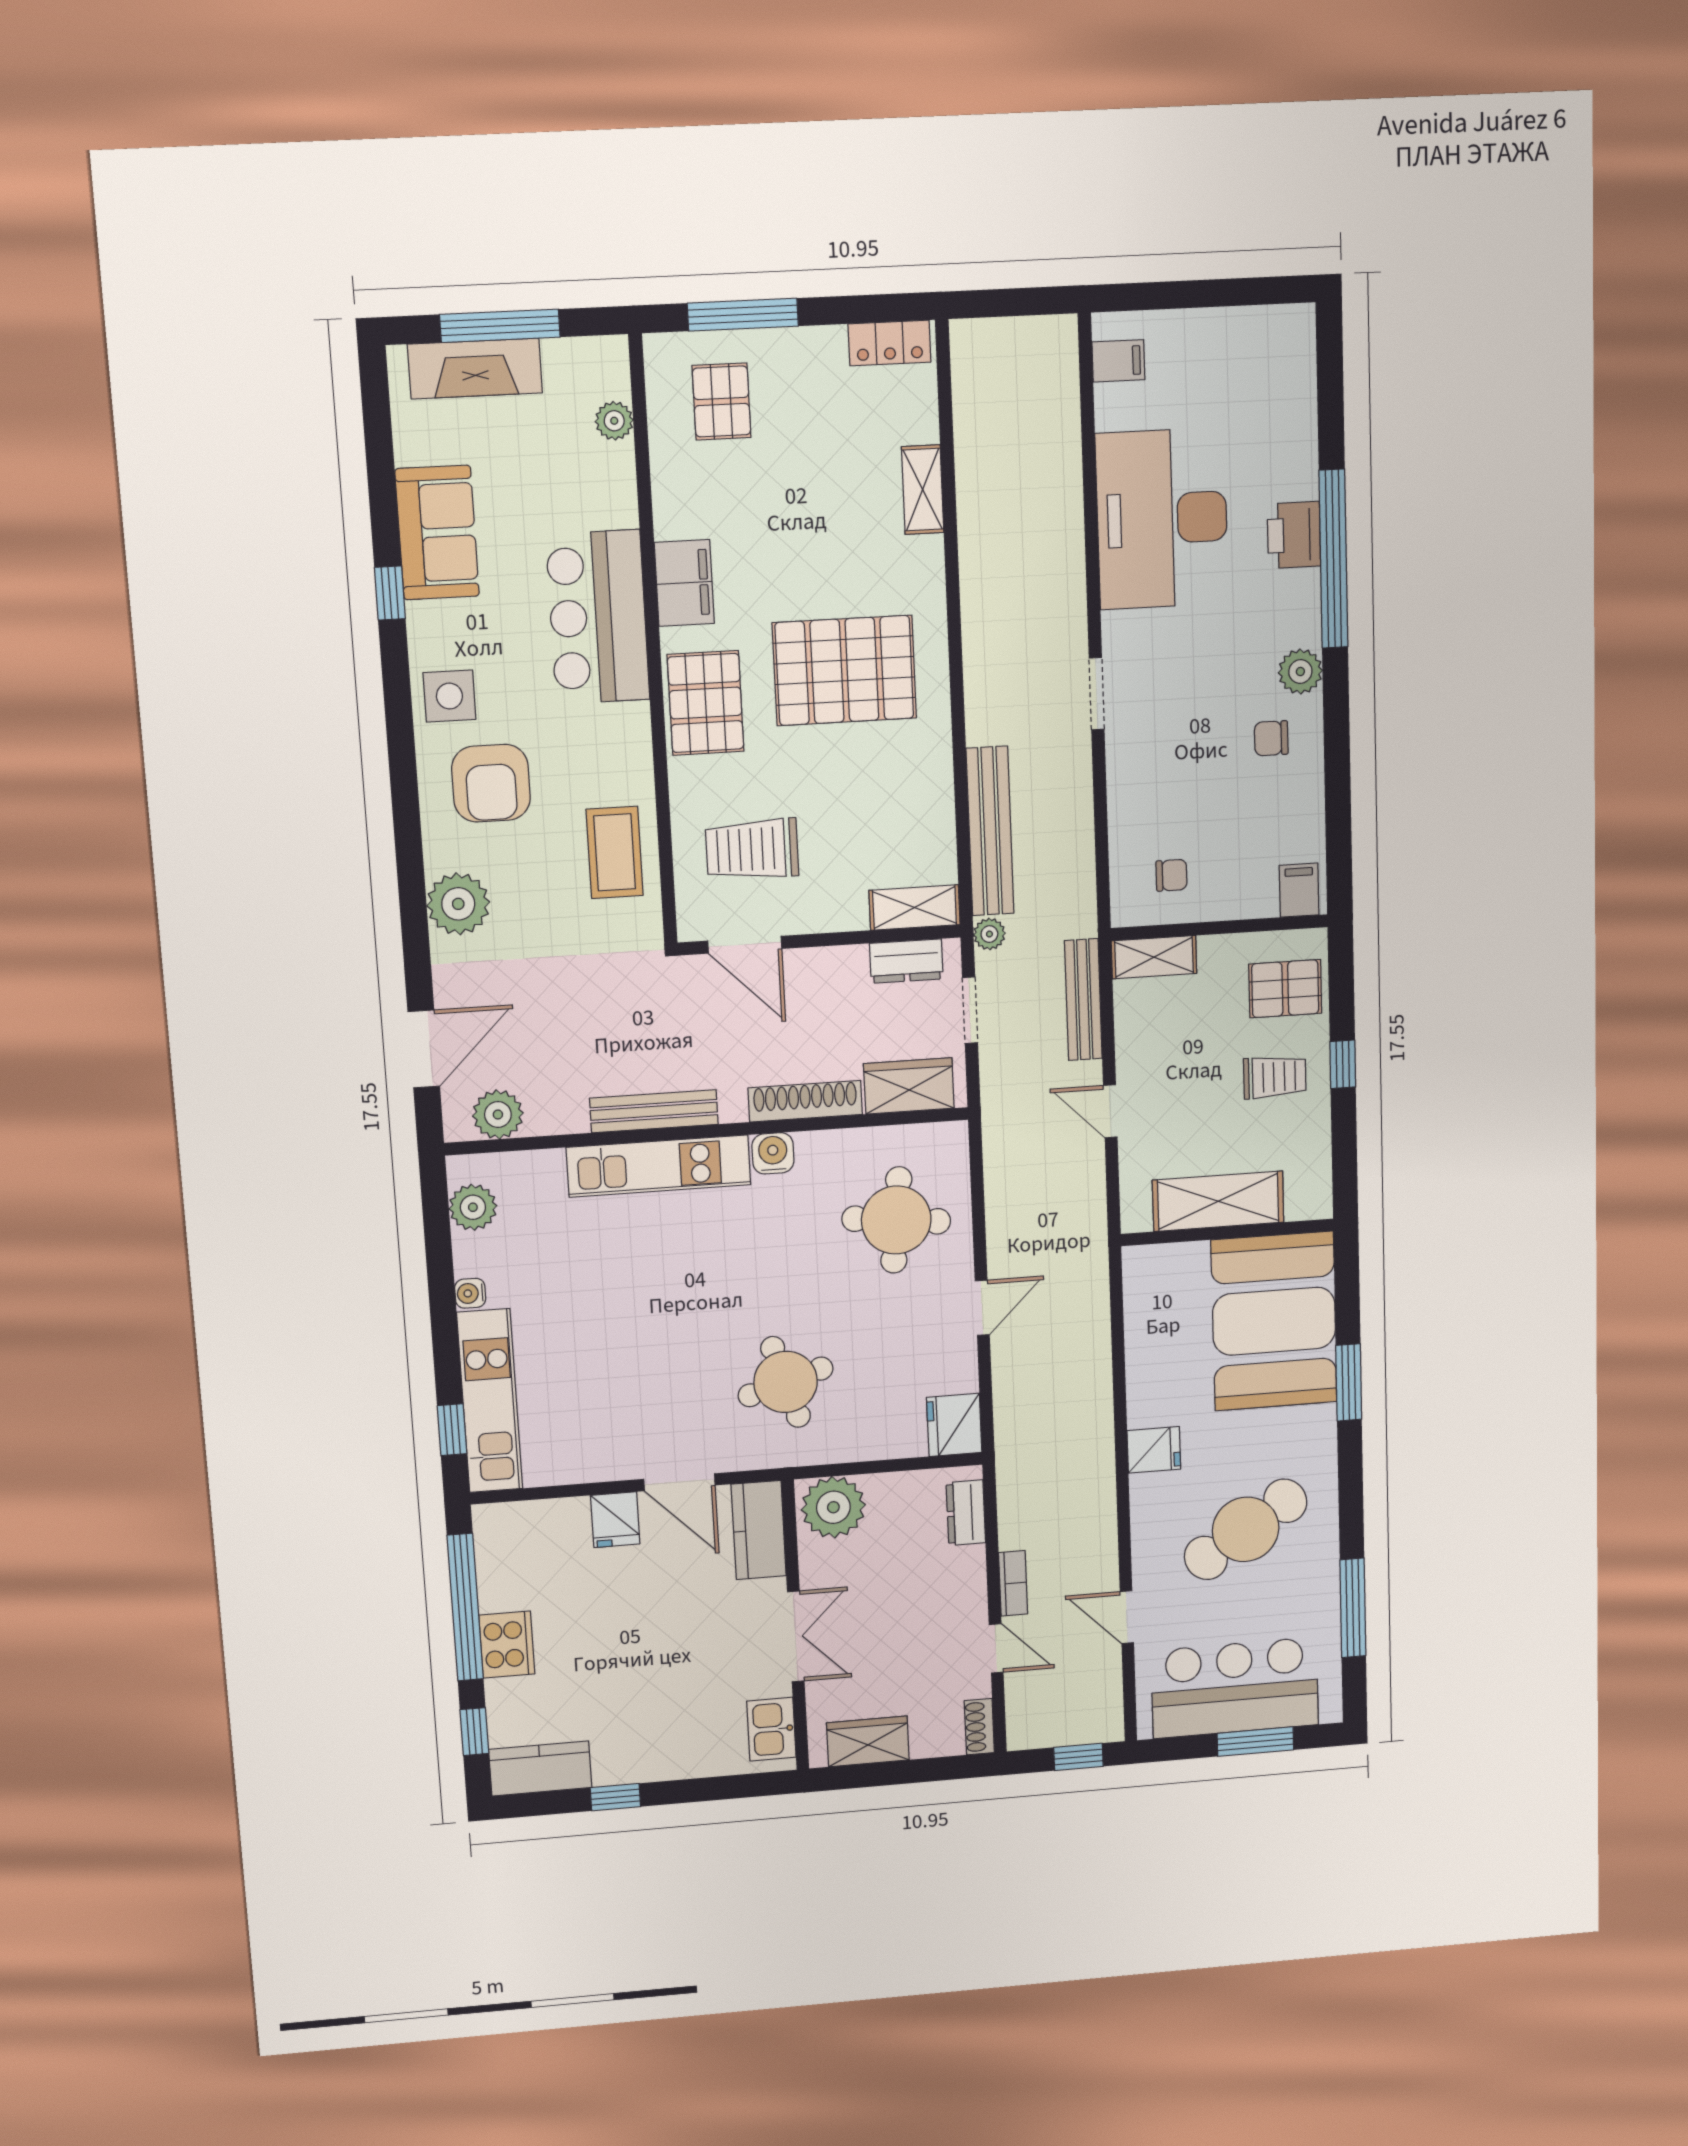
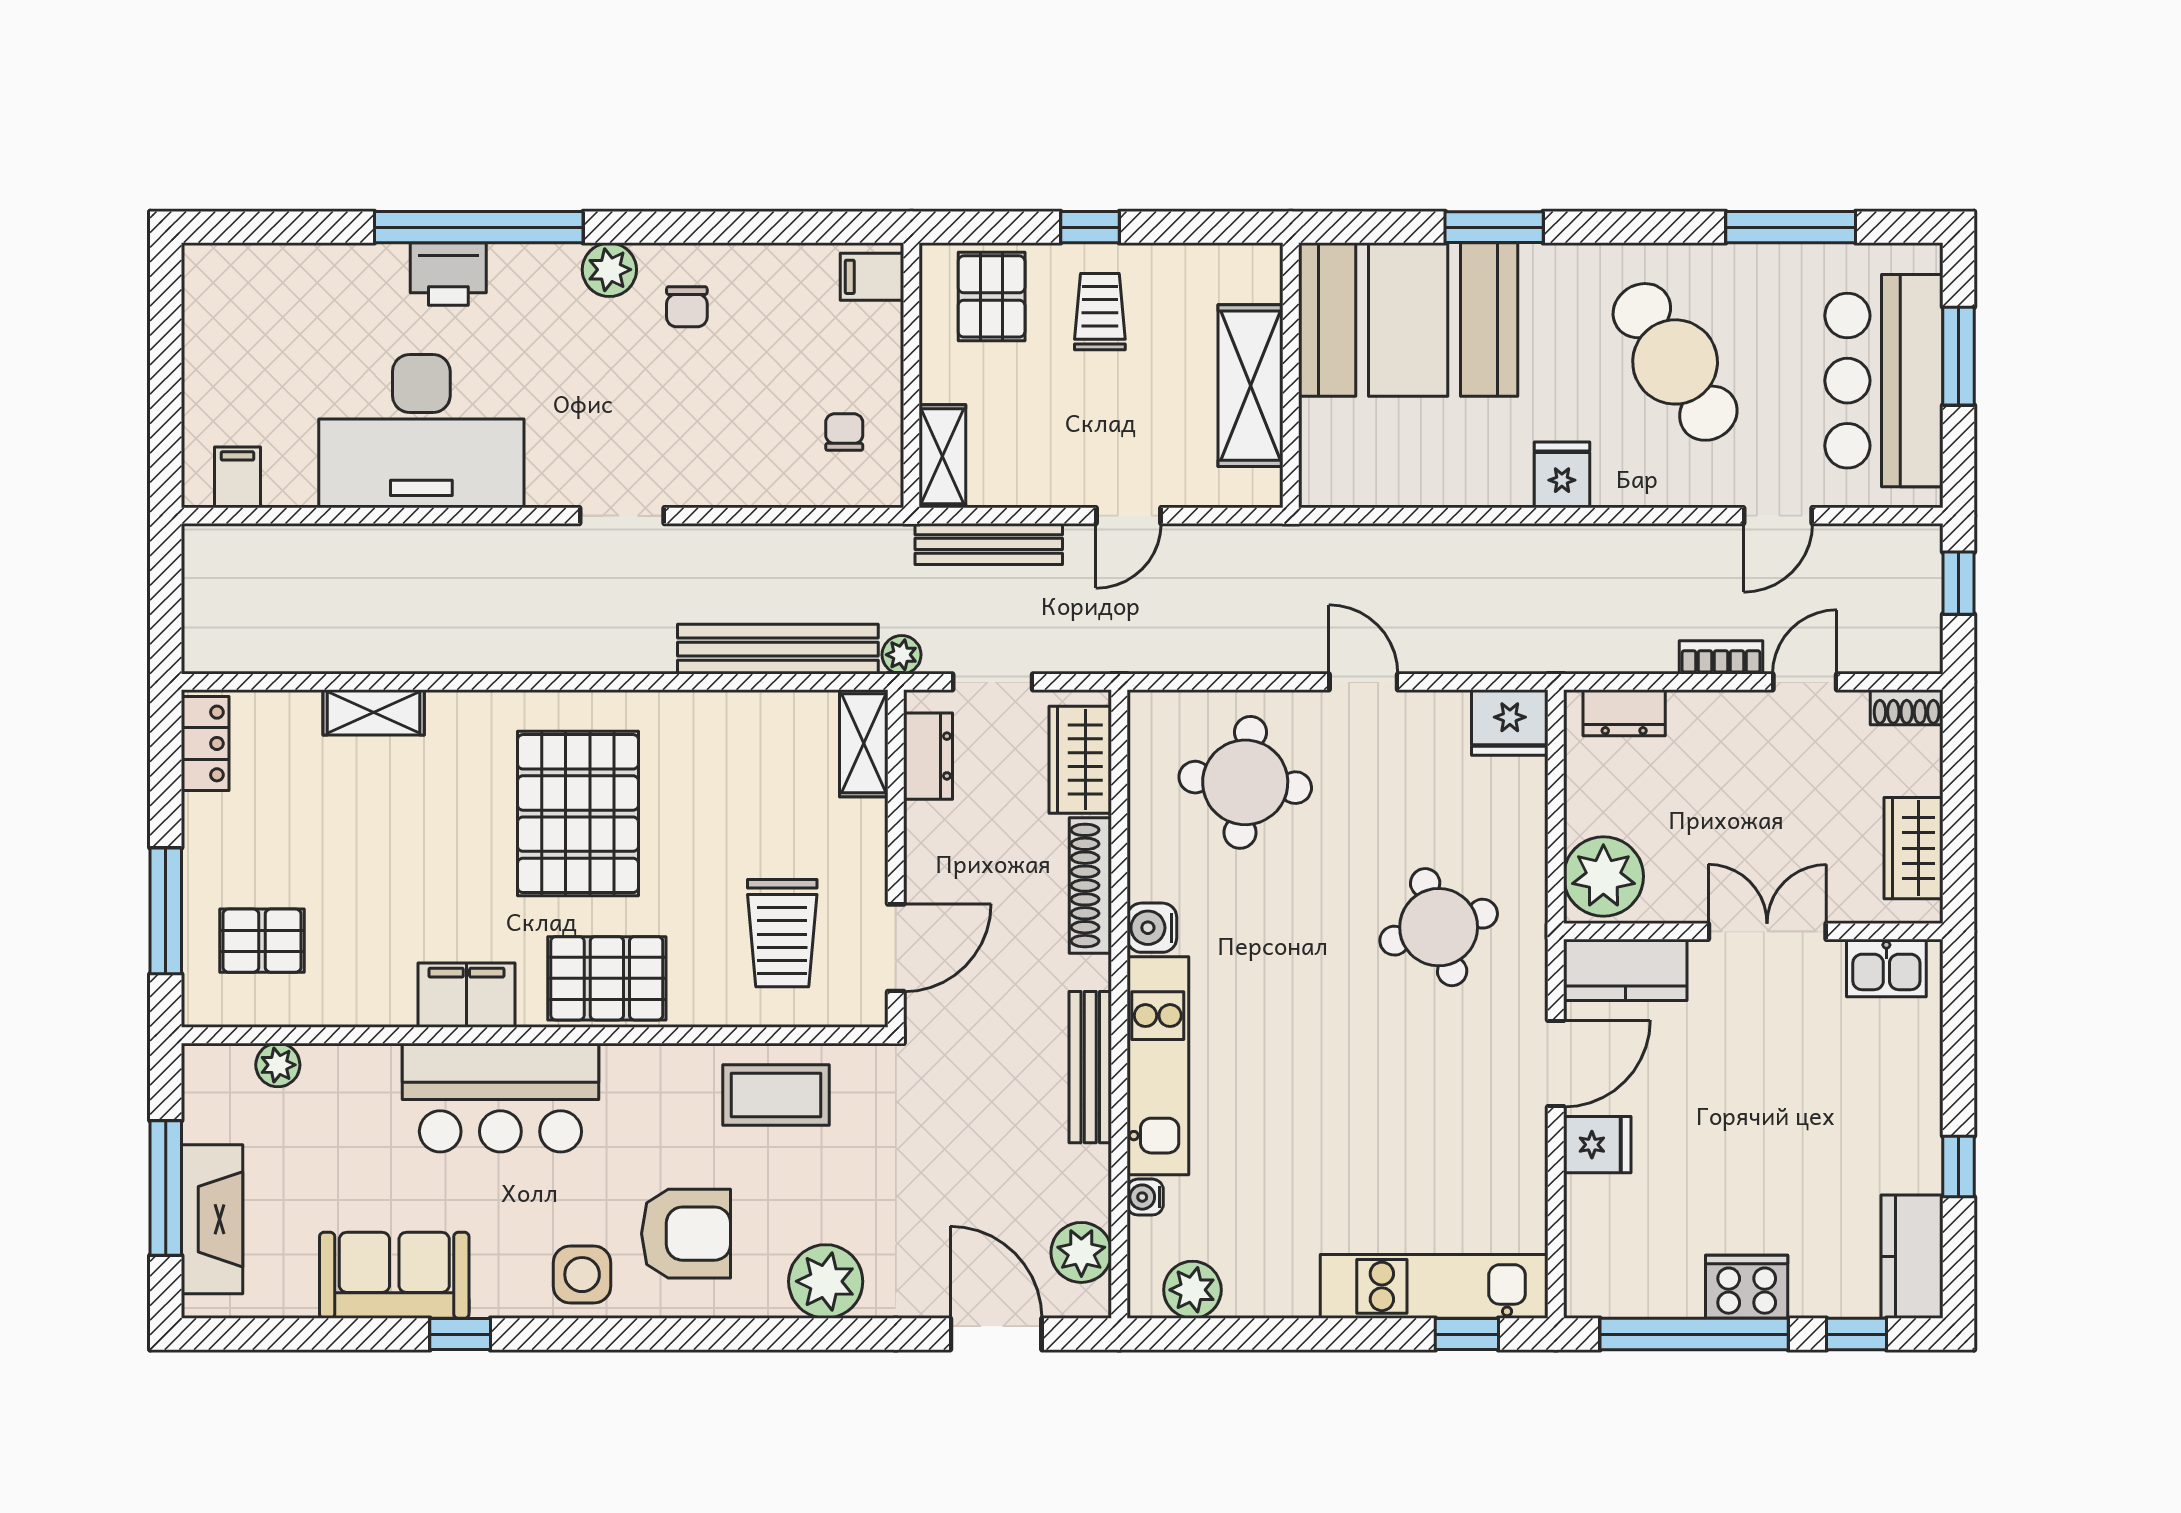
water cooler: (470, 1293) -> (1145, 1197), moved, turned 90

